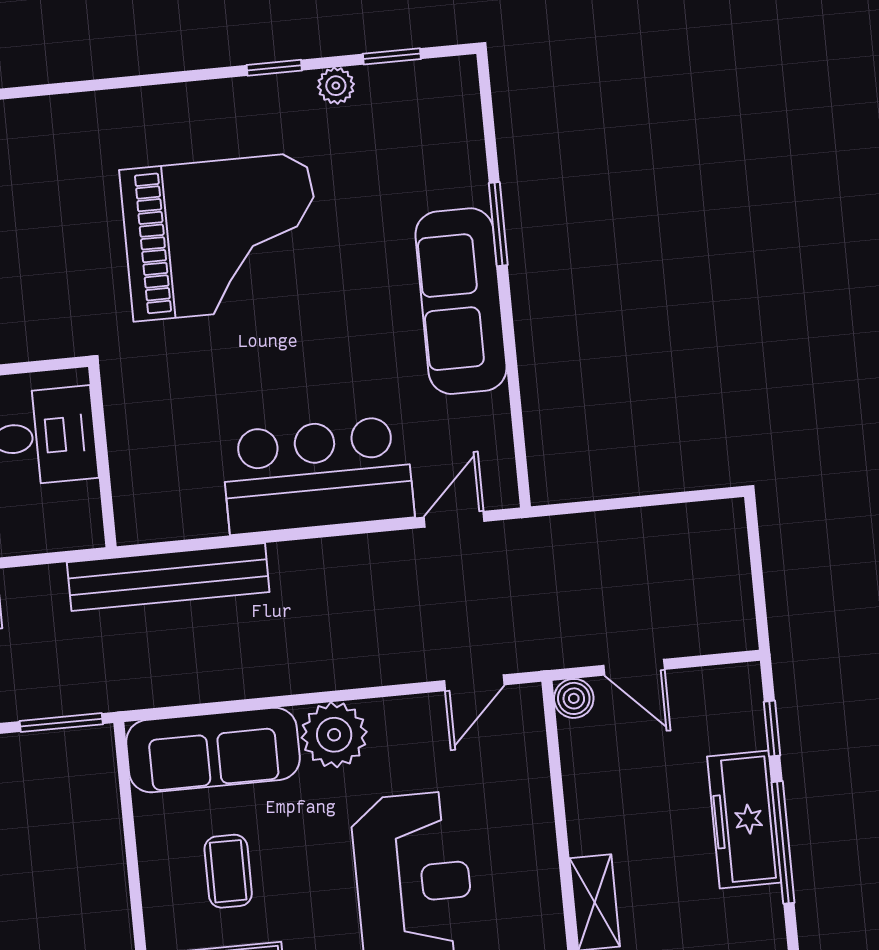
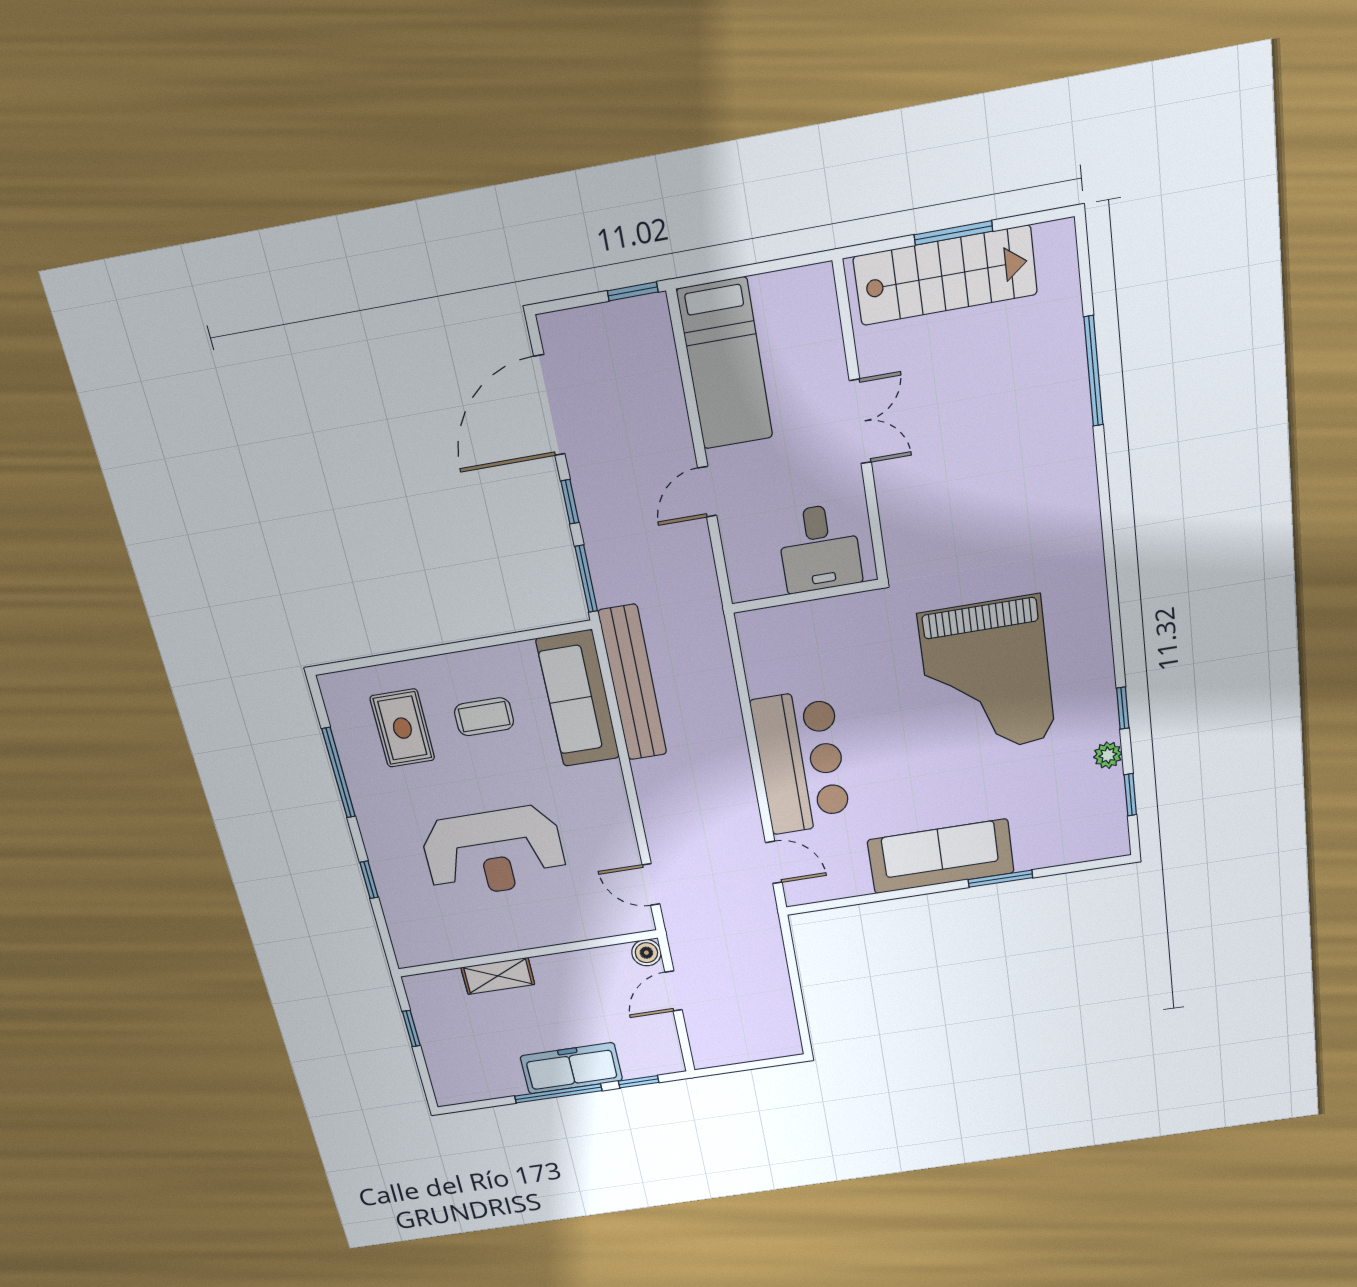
bench: (168, 577) -> (633, 683), moved
plant: (334, 735) -> (600, 788), removed

